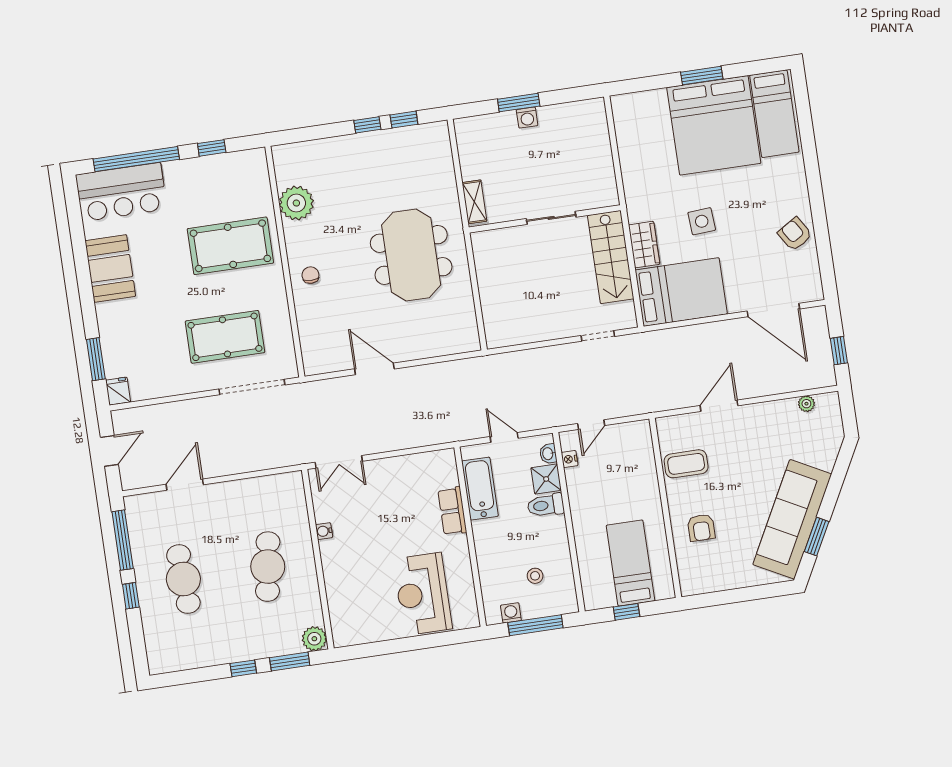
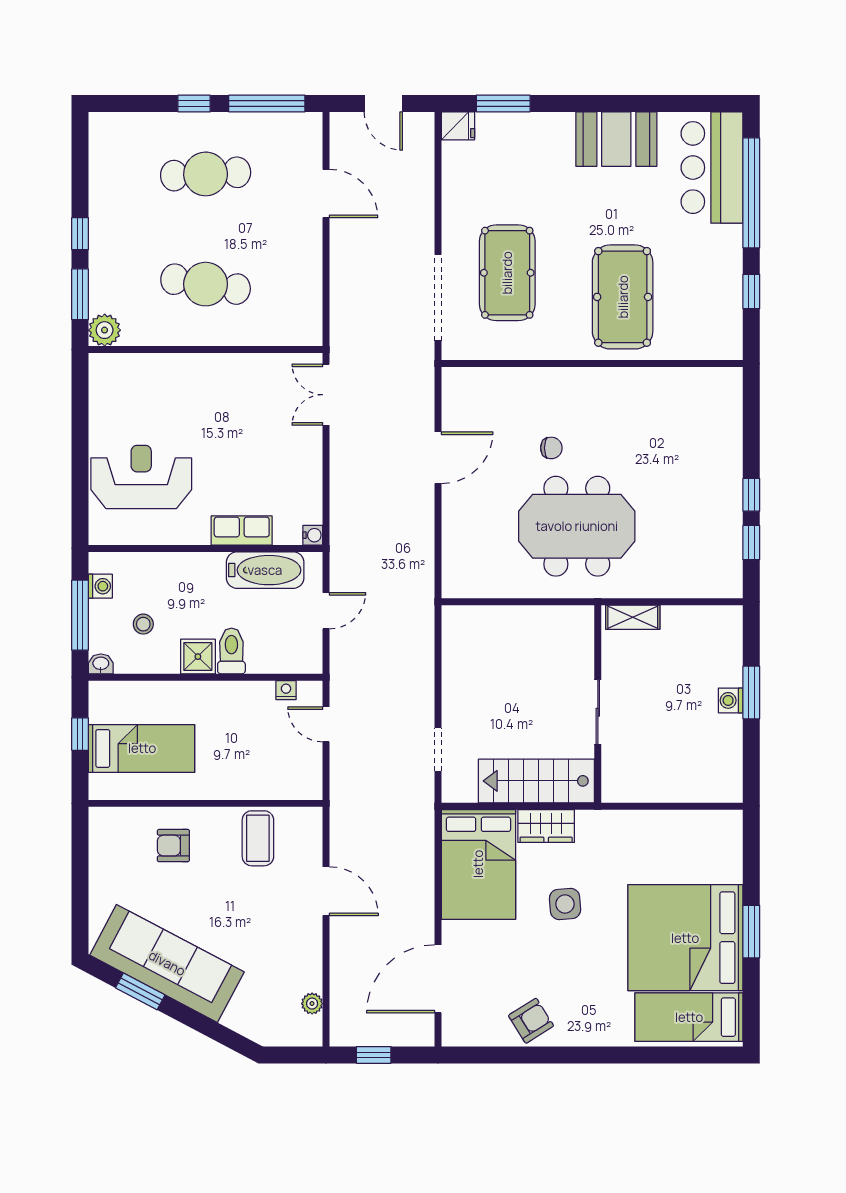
plant: (296, 203) -> (665, 389), removed
chair: (310, 275) -> (551, 448), moved
washbasin: (548, 454) -> (101, 664), moved
shower: (546, 479) -> (198, 657), moved
water cooler: (324, 531) -> (313, 535), moved, turned 90

